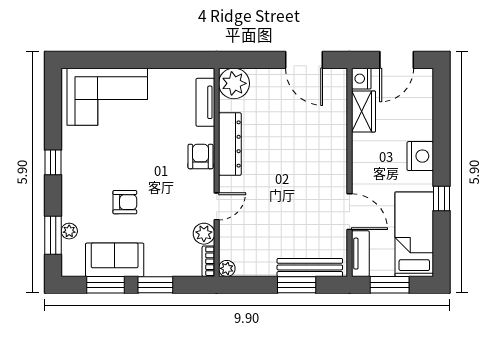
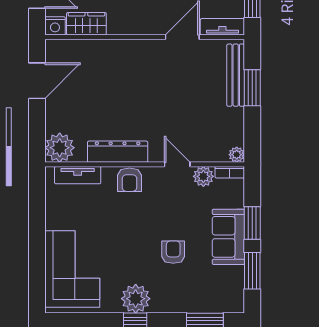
armchair: (201, 156) -> (129, 180), turned -90
plant: (69, 231) -> (136, 299), moved, width x1.88, depth x1.88
sofa: (115, 260) -> (228, 237), moved

